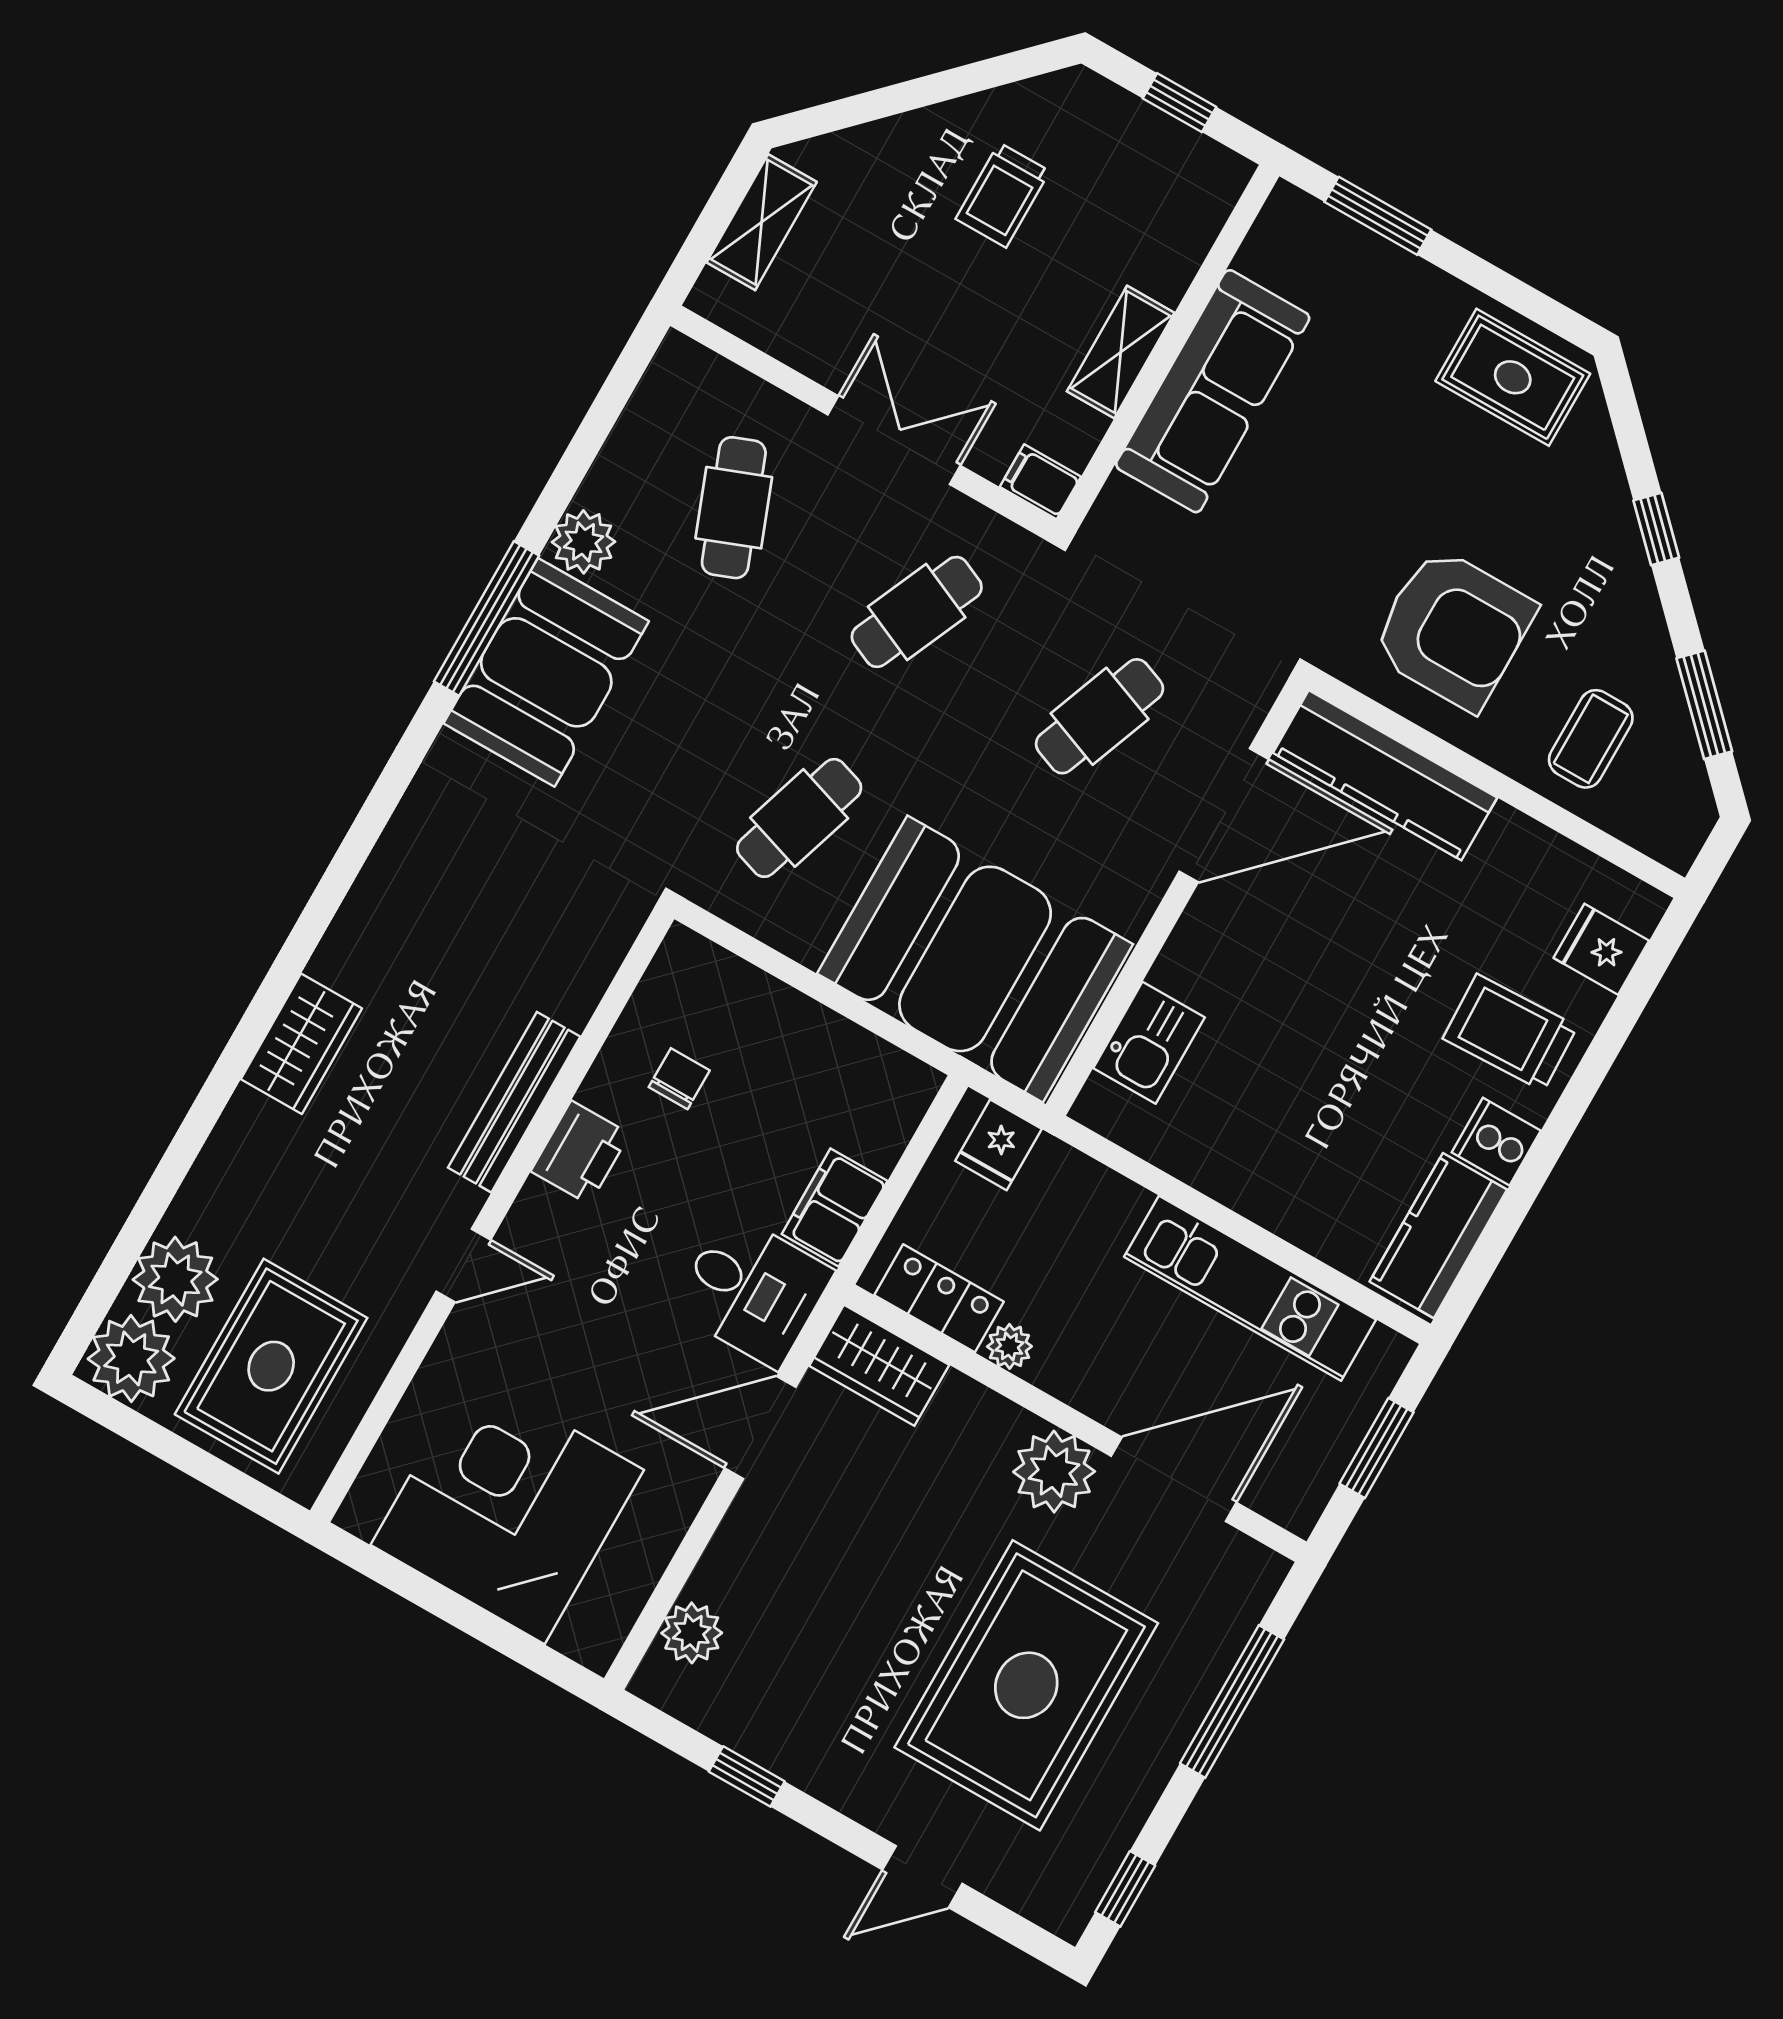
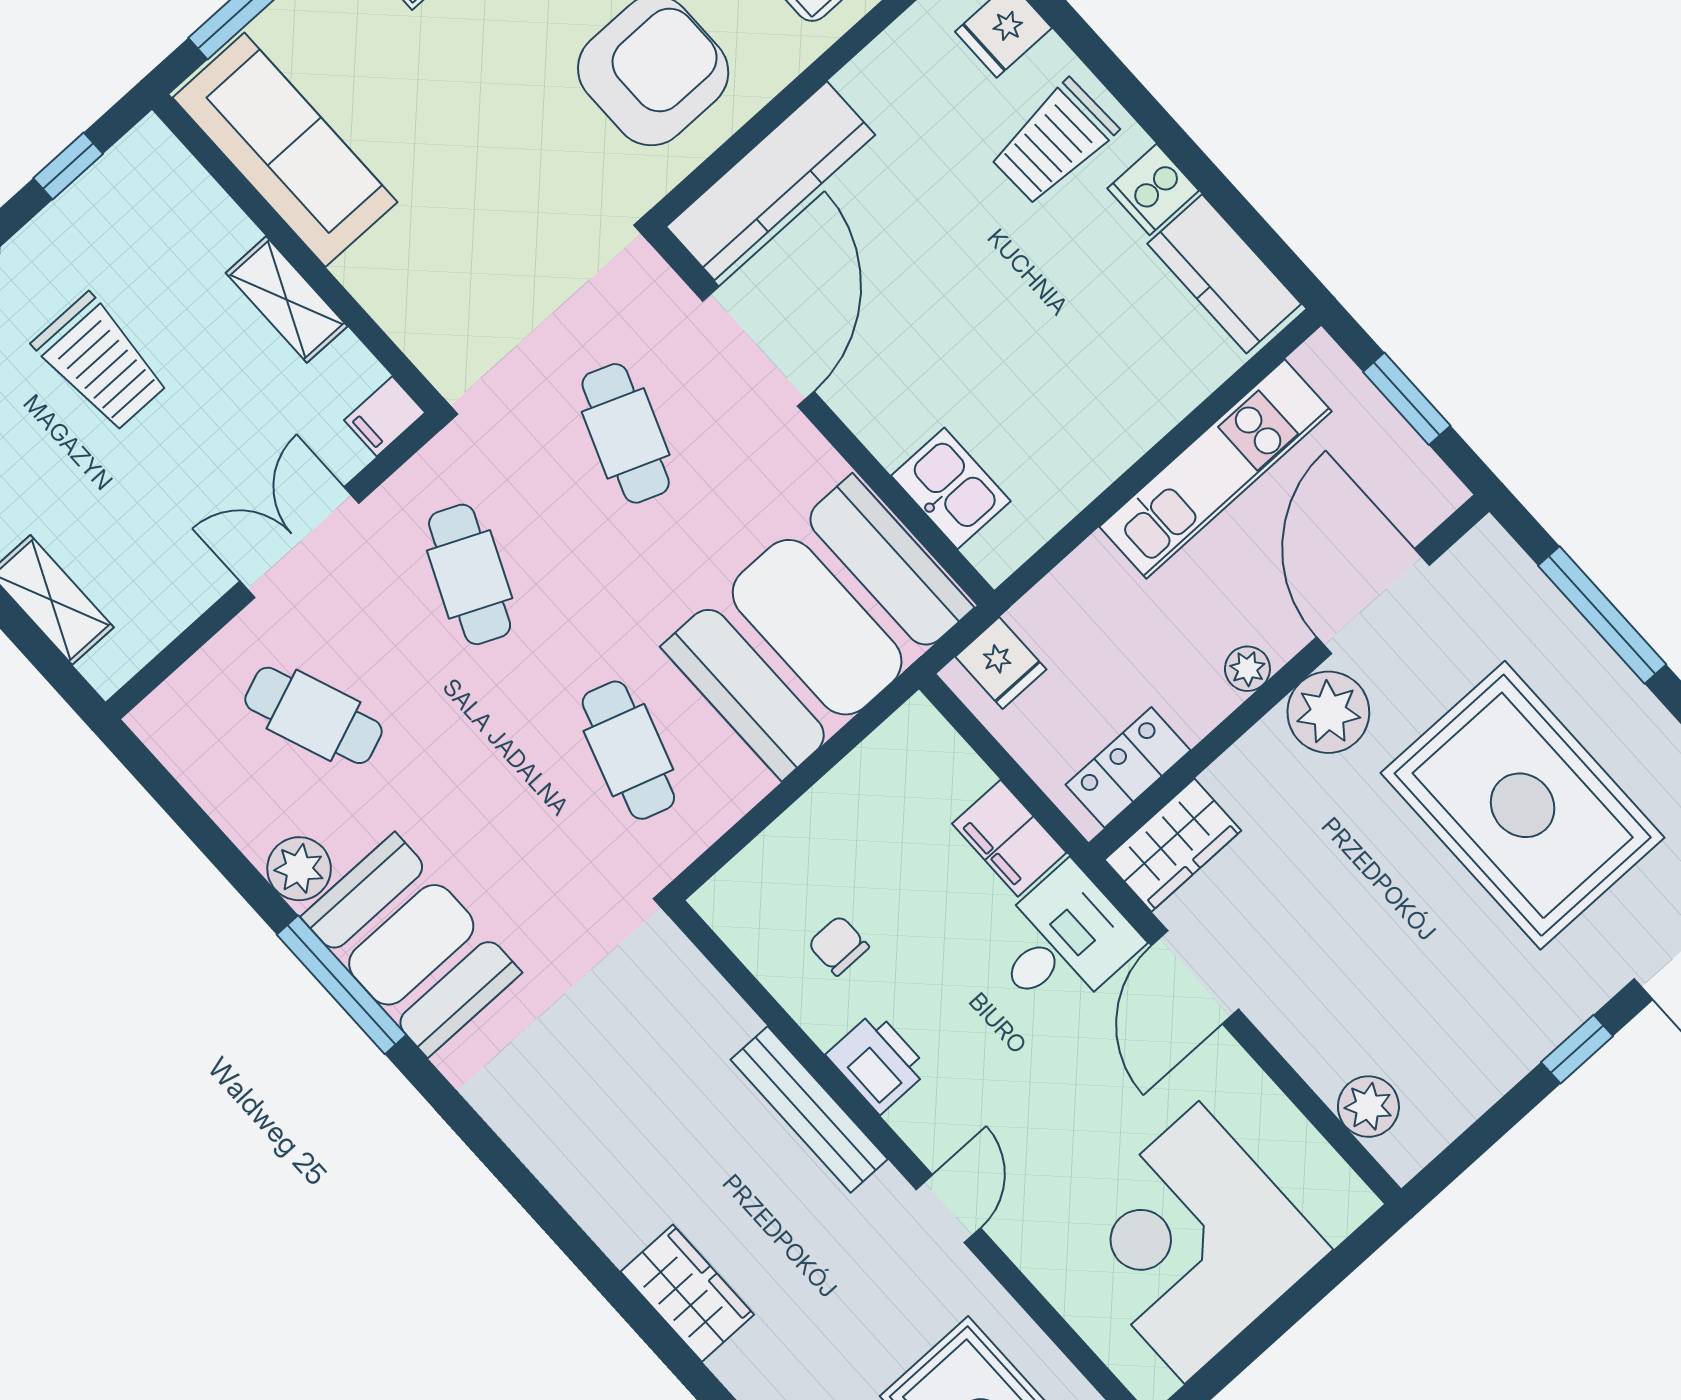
trolley: (1003, 195) -> (101, 363), width x1.36, depth x1.39
sofa: (1213, 391) -> (285, 150), moved
plant: (1009, 1346) -> (1247, 669), moved
window: (747, 1776) -> (1577, 1049), moved

